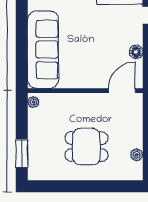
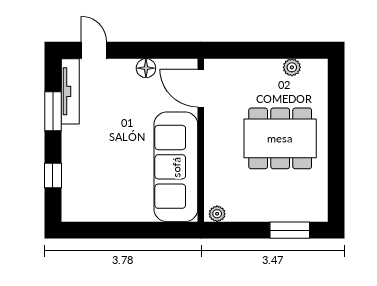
sofa: (43, 50) -> (176, 167), moved, turned -90
dining table: (86, 147) -> (280, 138), width x1.38

